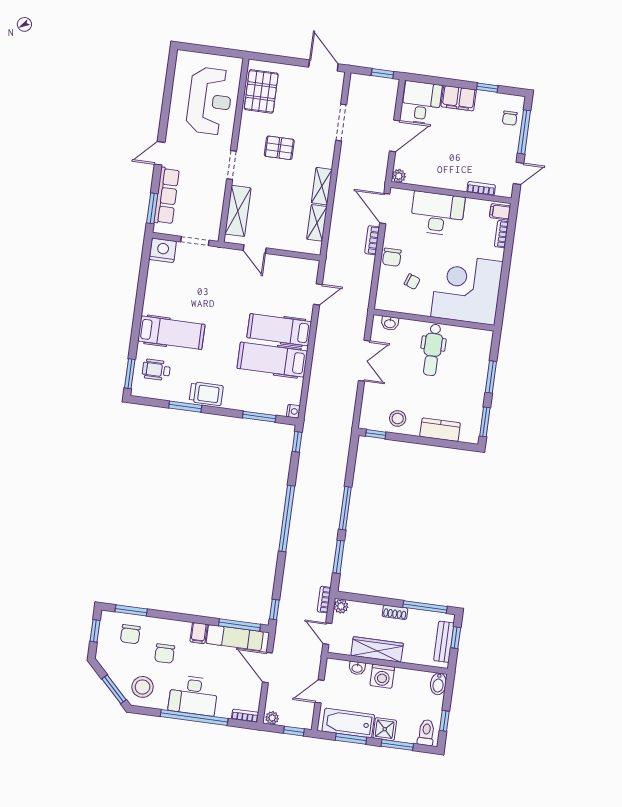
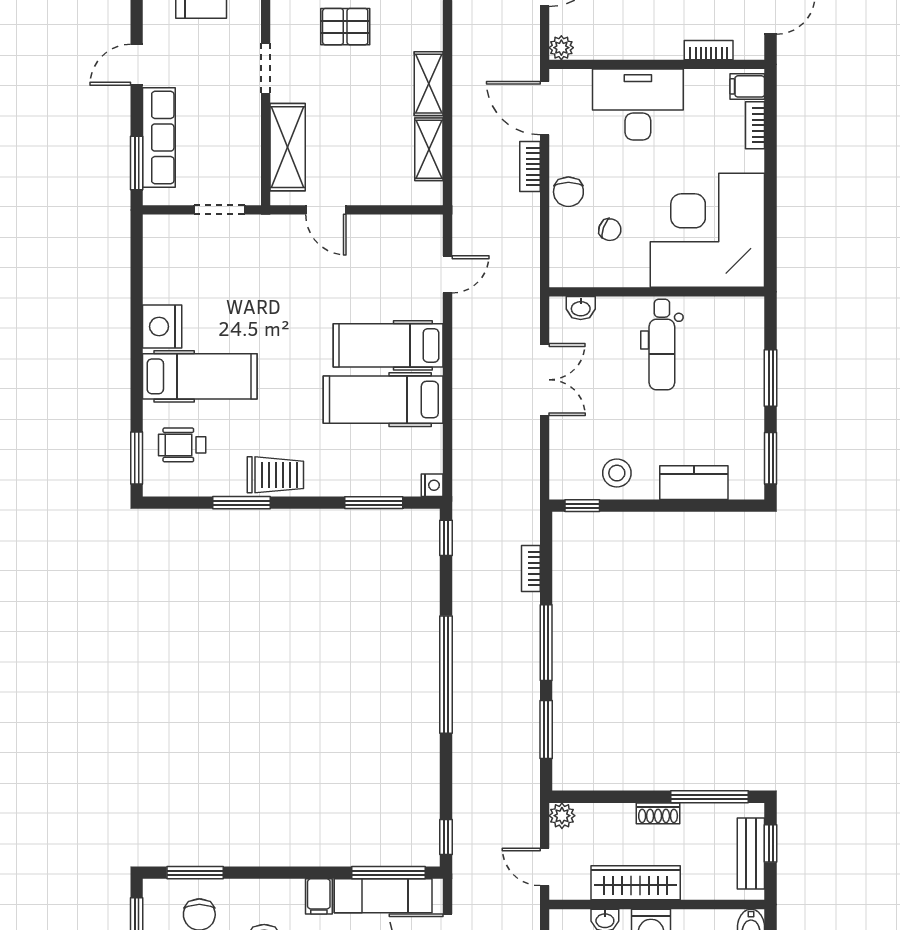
nightstand: (163, 250) -> (162, 327), moved, turned -90
bookcase: (324, 600) -> (531, 568), moved

